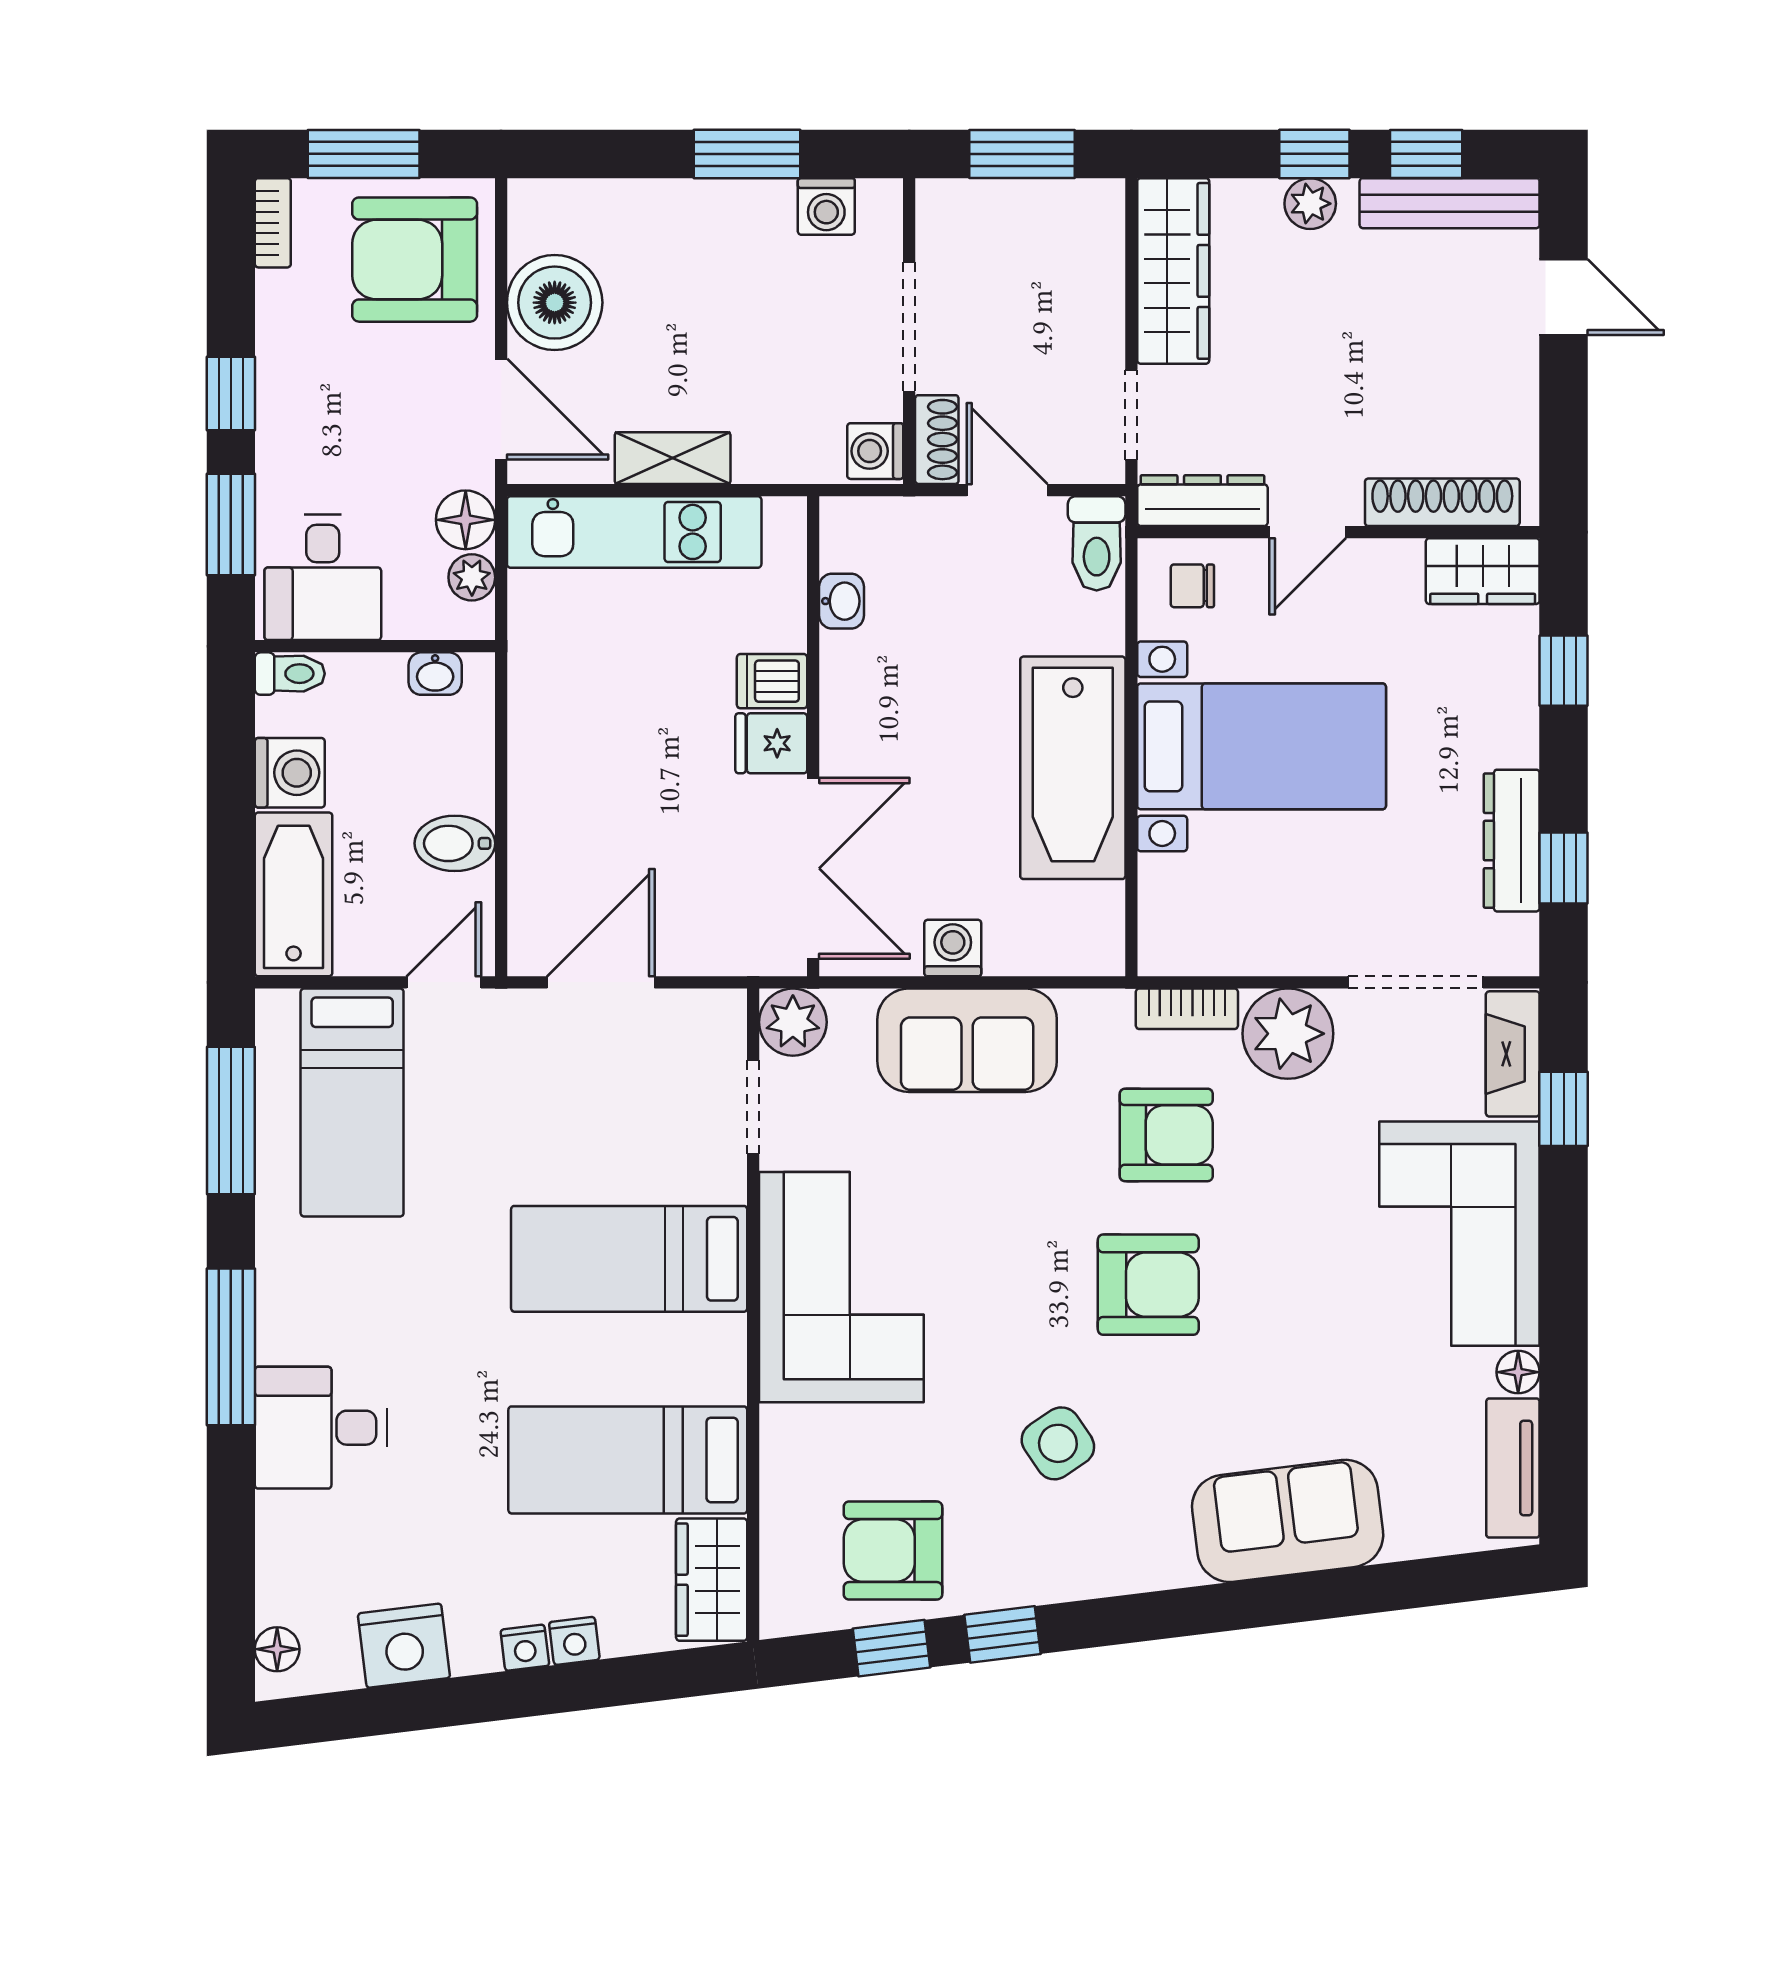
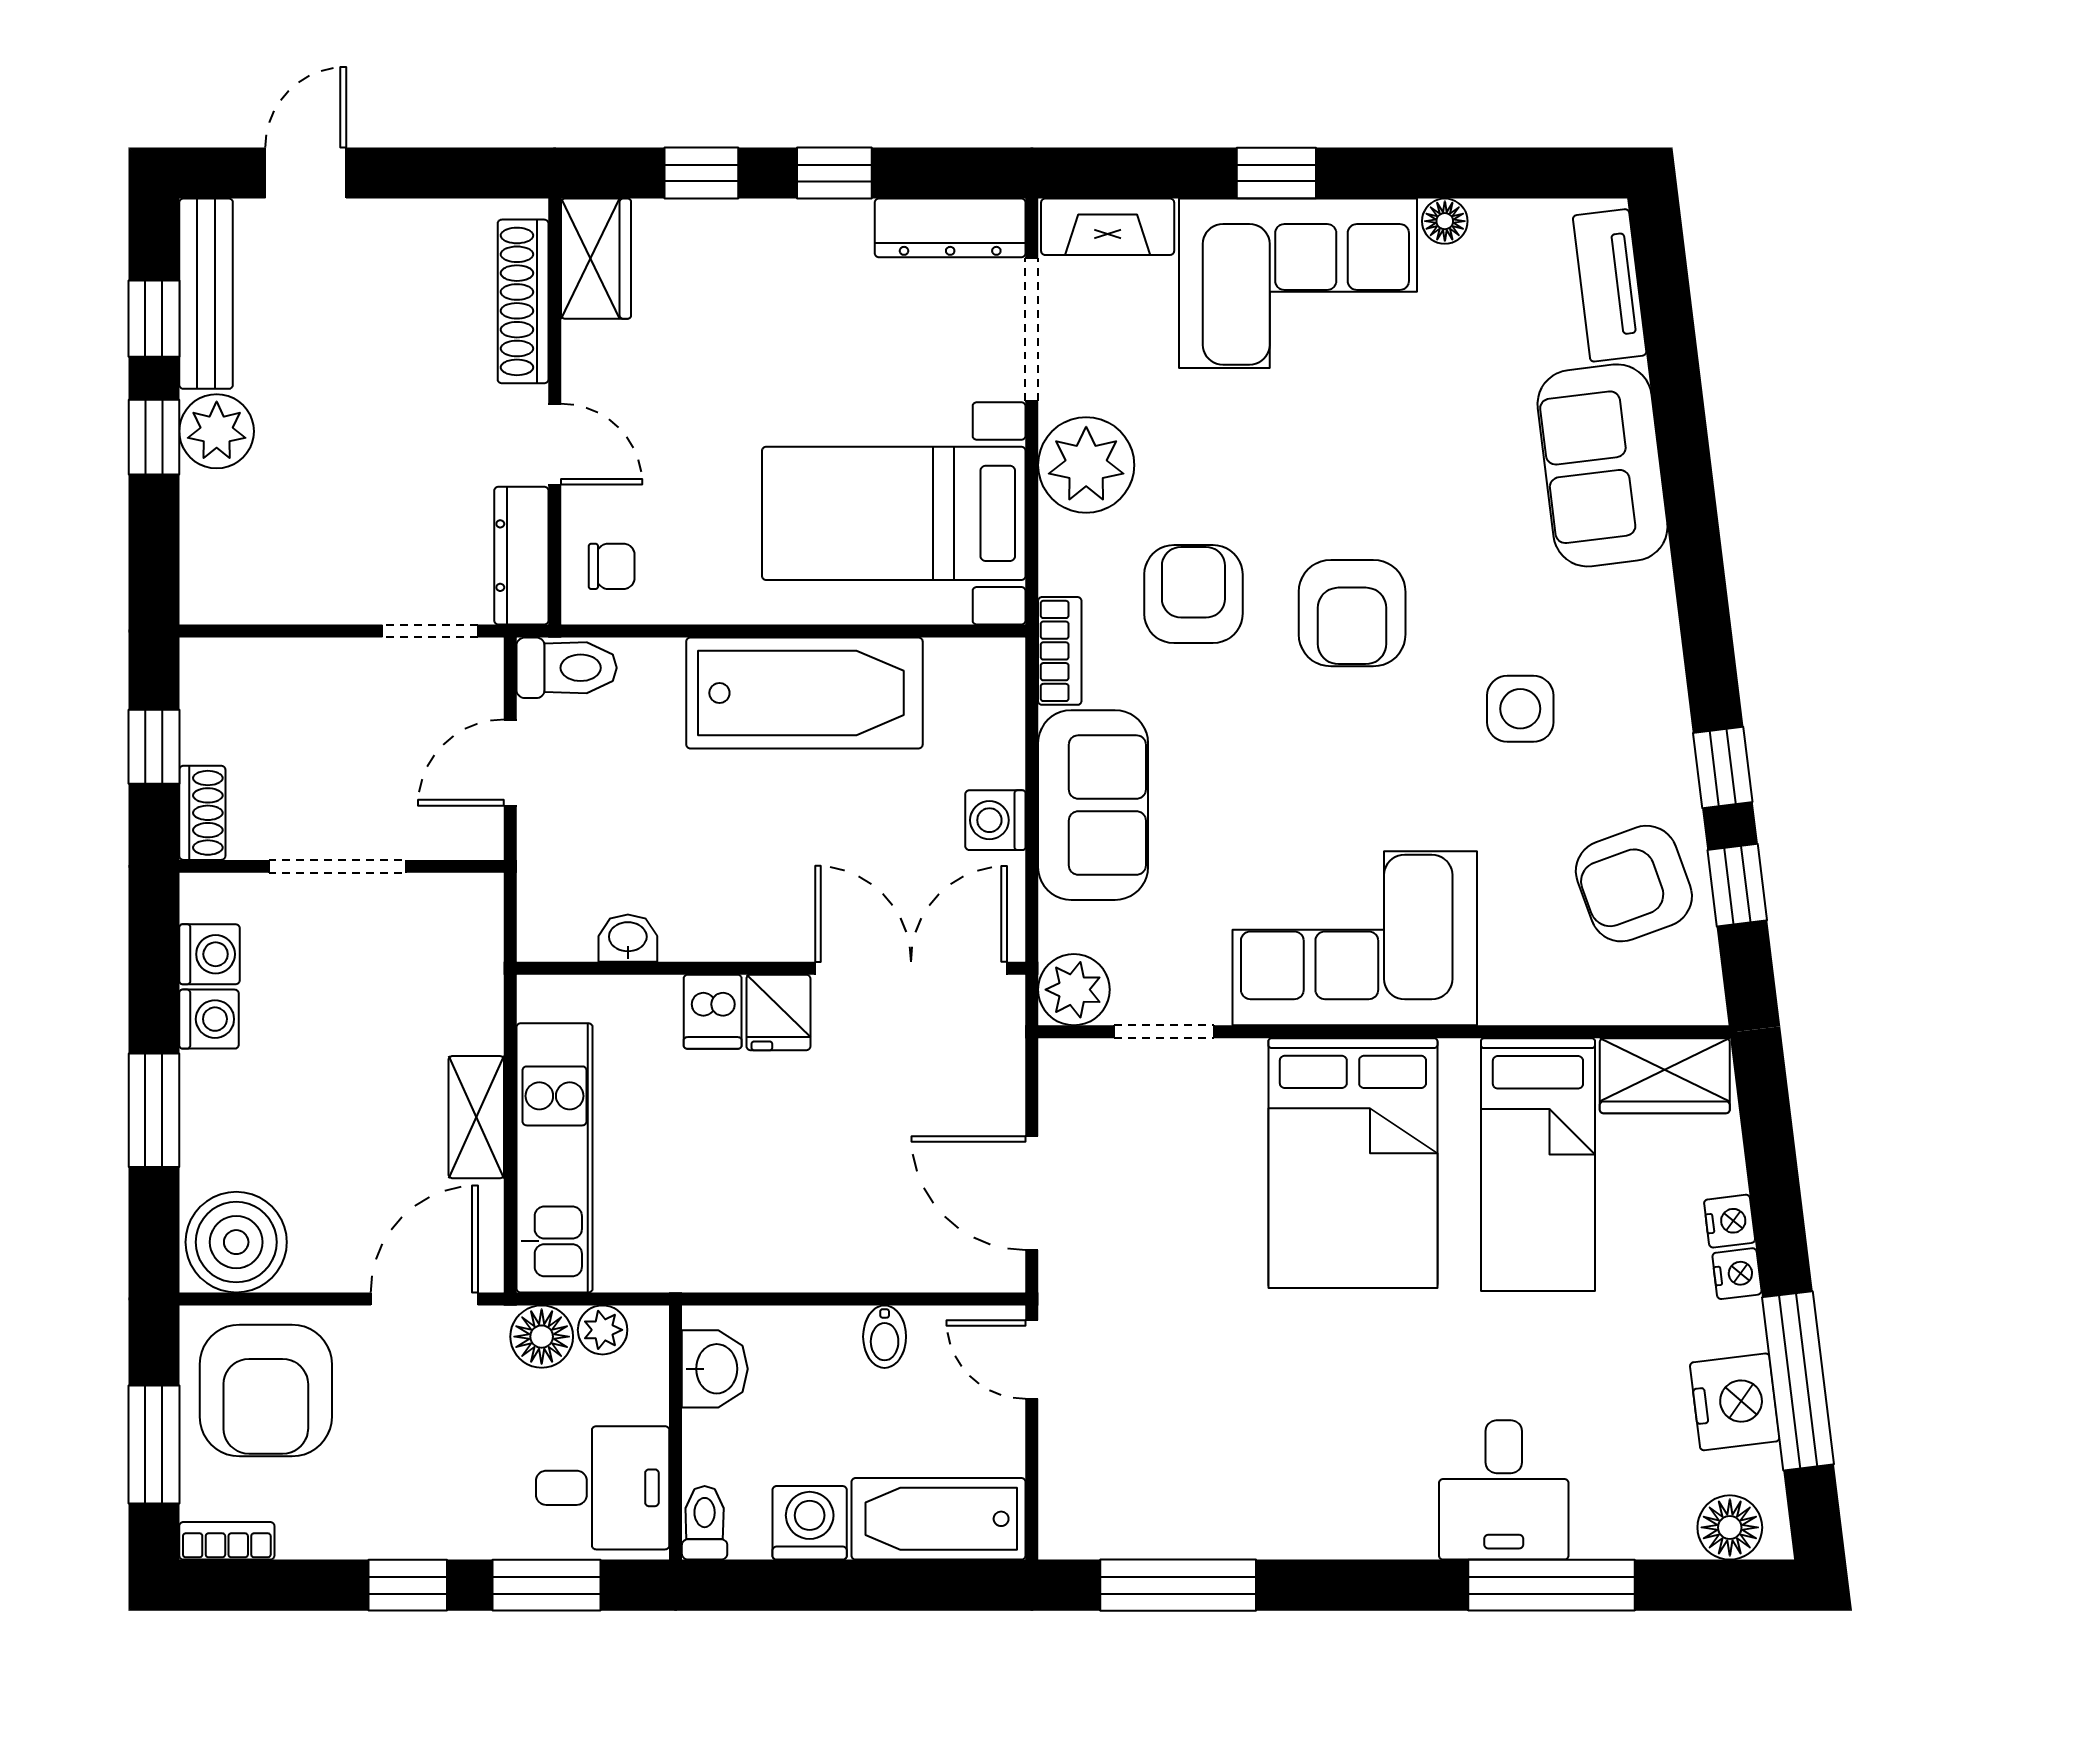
window: (747, 154) -> (154, 1110), moved
window: (1022, 154) -> (154, 747), width x0.67
plant: (1310, 204) -> (217, 431), width x1.38, depth x1.38
wardrobe: (1173, 271) -> (278, 587), removed
boiler: (555, 303) -> (236, 1242), moved
shoe rack: (937, 440) -> (202, 813), moved, turned 90
washing machine: (875, 451) -> (209, 1019), moved, turned -90
chair: (1192, 586) -> (612, 566), turned -90
washbasin: (435, 674) -> (715, 1369), width x1.38, depth x1.45
bed with nightstands: (1262, 746) -> (894, 513), moved, turned -90
dresser: (1512, 841) -> (950, 228), moved
bidet: (455, 843) -> (885, 1337), width x0.72, depth x0.74
window: (1564, 868) -> (834, 173), moved
bookcase: (1187, 1009) -> (1060, 651), moved
bed: (352, 1102) -> (1159, 1457), removed
window: (1564, 1109) -> (1276, 173), moved
bed: (629, 1259) -> (1353, 1163), width x1.50
armchair: (1148, 1285) -> (1352, 613), turned 180
window: (231, 1347) -> (1552, 1585), moved
side table: (1058, 1443) -> (1520, 709), turned 34
tv unit: (1513, 1468) -> (1610, 285), moved, turned 83
armchair: (893, 1551) -> (1634, 884), turned 70
floor lamp: (277, 1649) -> (1730, 1527), width x1.37, depth x1.37
window: (424, 1705) -> (1798, 1381), added

